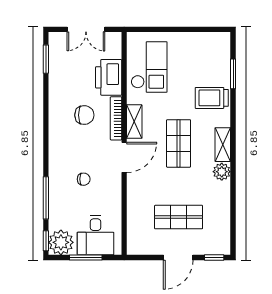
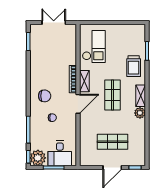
double door: (86, 29) -> (54, 23), swing flipped
printer: (109, 77) -> (68, 53), removed
trolley: (212, 98) -> (134, 66), turned -90
chair: (84, 115) -> (45, 96), moved

